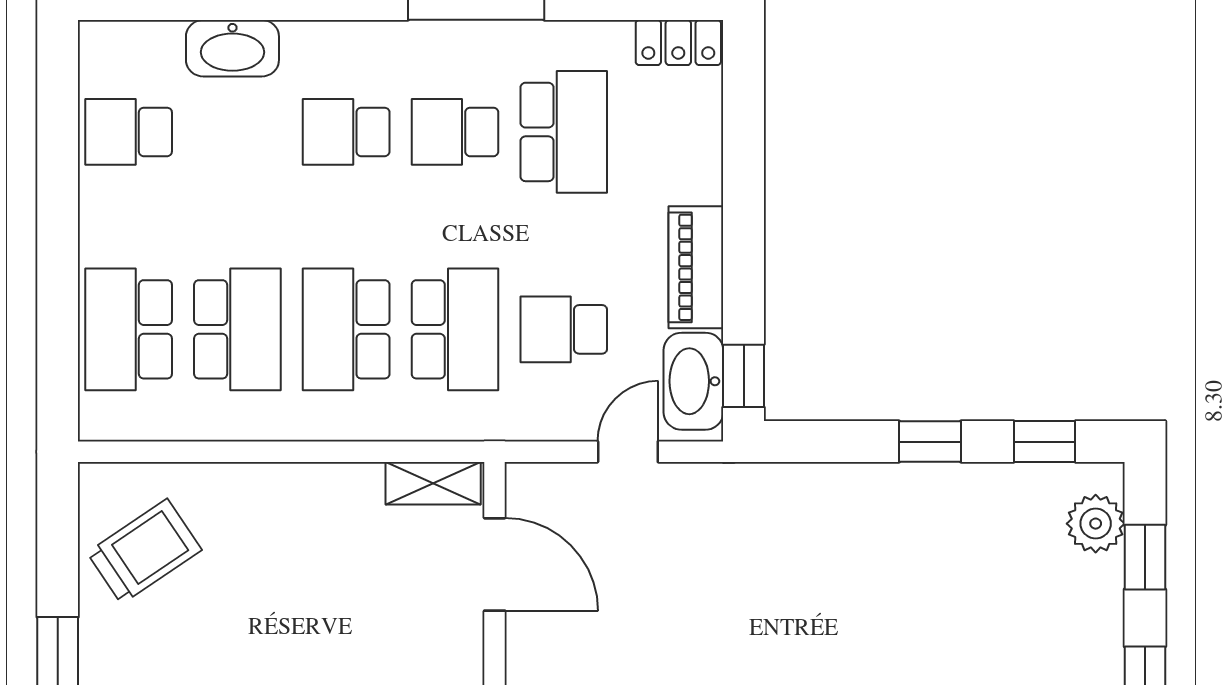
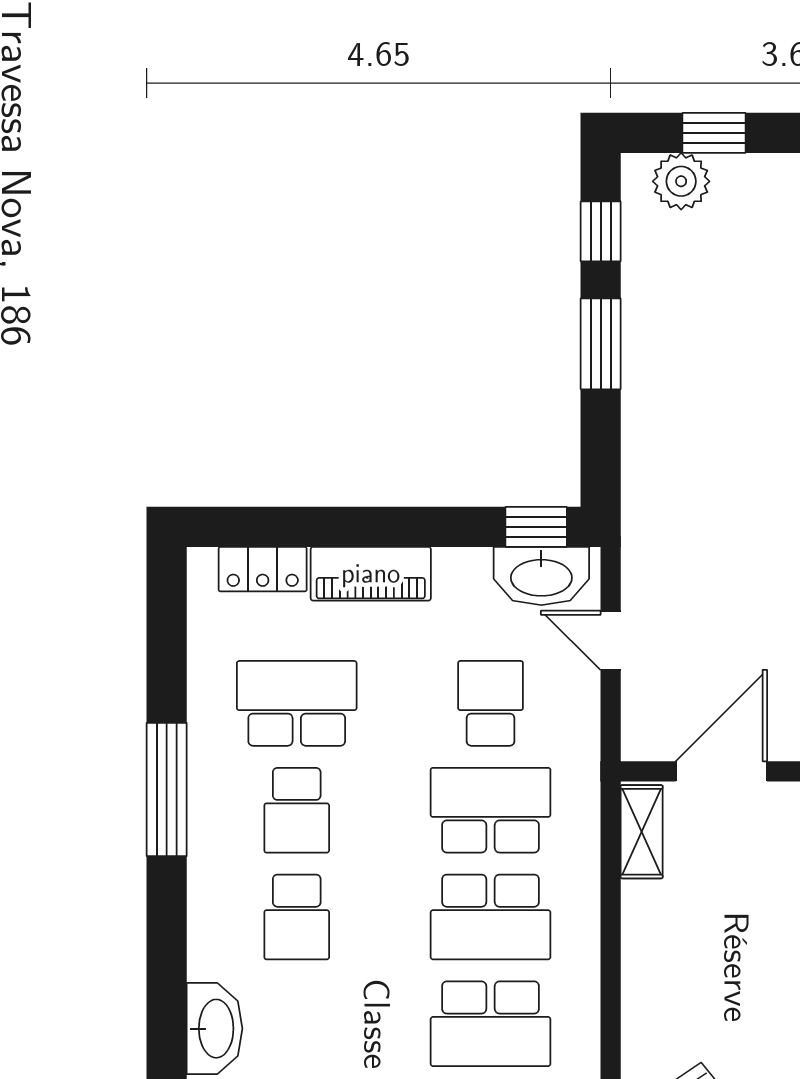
locker: (678, 43) -> (263, 569), moved, turned 90
piano: (696, 267) -> (371, 574), moved
school desk: (237, 329) -> (491, 1024), turned 180
school desk: (564, 329) -> (491, 703), turned 180
window: (930, 442) -> (601, 344), width x1.50

